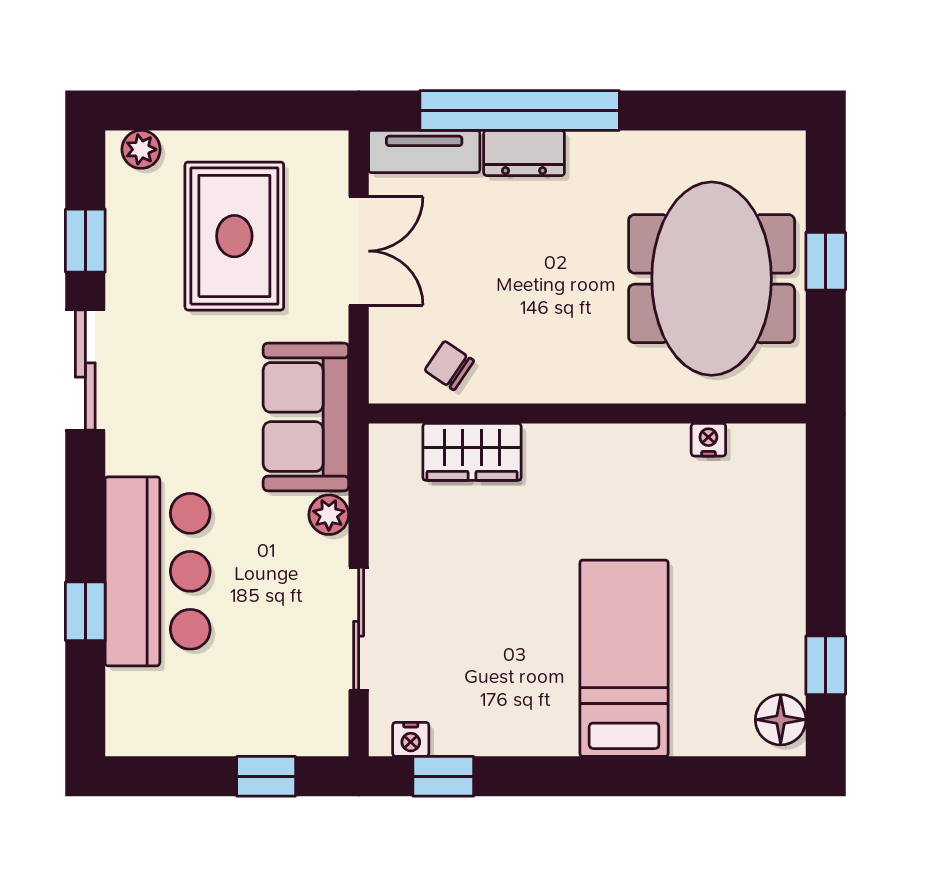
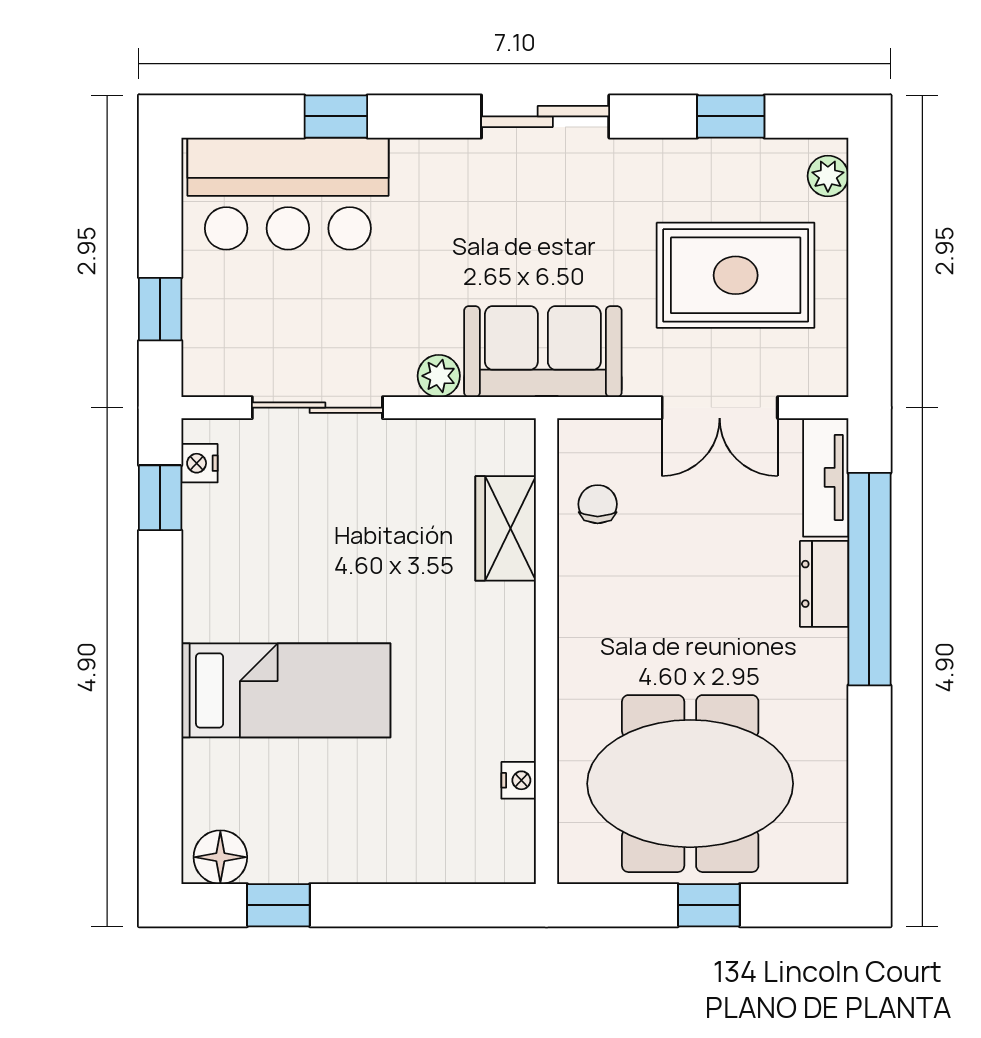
chair: (449, 366) -> (598, 504), turned -34
sliding door: (85, 370) -> (545, 116), moved
bar counter: (158, 571) -> (288, 194), moved

